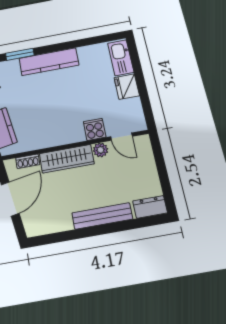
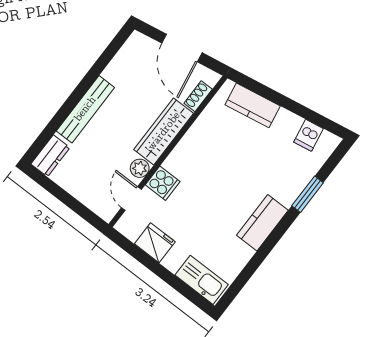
kitchen counter: (49, 62) -> (262, 223), width x0.67
fridge: (127, 87) -> (155, 243), moved
door: (121, 137) -> (131, 199), hinge flipped

